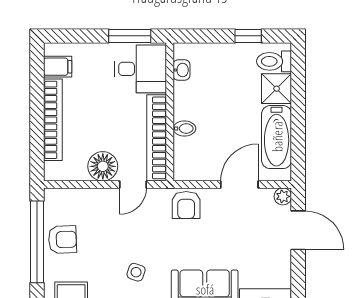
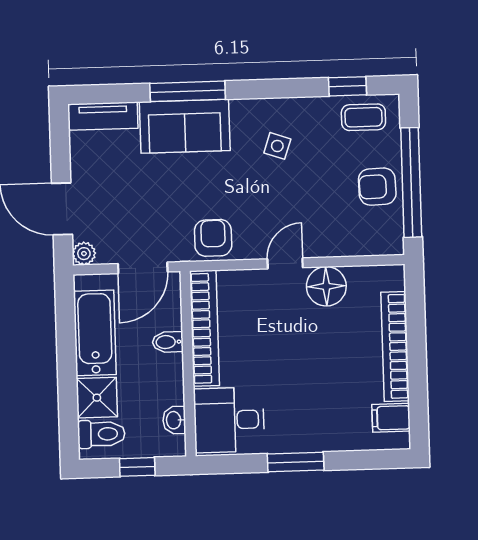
desk: (141, 69) -> (229, 420), moved
washbasin: (181, 70) -> (174, 420), moved
wall: (170, 112) -> (188, 364), moved
bidet: (184, 128) -> (168, 342), moved
bookcase: (157, 138) -> (205, 328), moved

